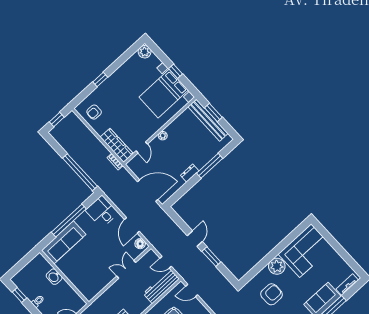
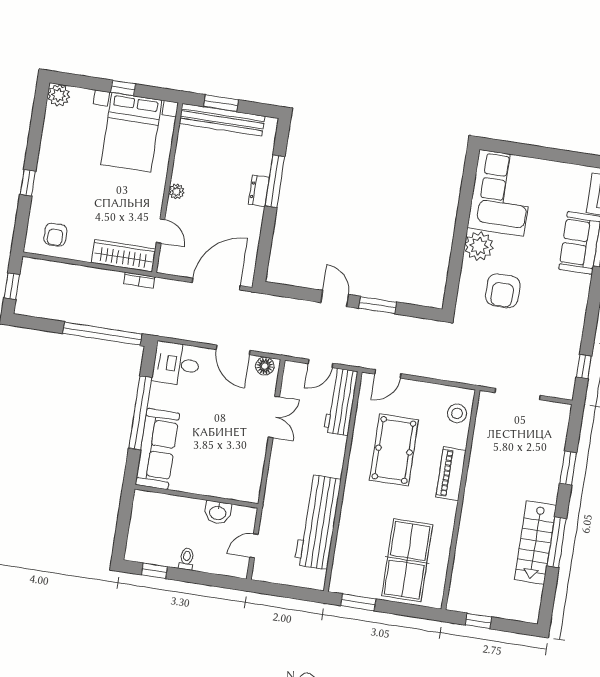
dresser: (190, 173) -> (259, 191), moved
double door: (126, 269) -> (274, 417), swing flipped
washbasin: (54, 277) -> (218, 512), moved
armchair: (272, 294) -> (503, 291), turned 180

